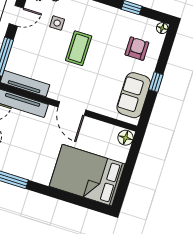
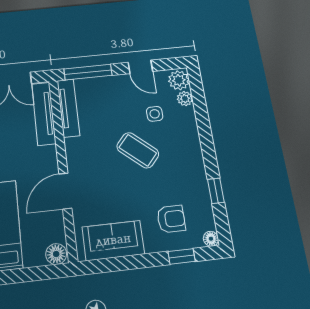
coffee table: (79, 48) -> (138, 150), turned 41
window: (156, 82) -> (182, 256), moved
door: (72, 108) -> (65, 191), moved

